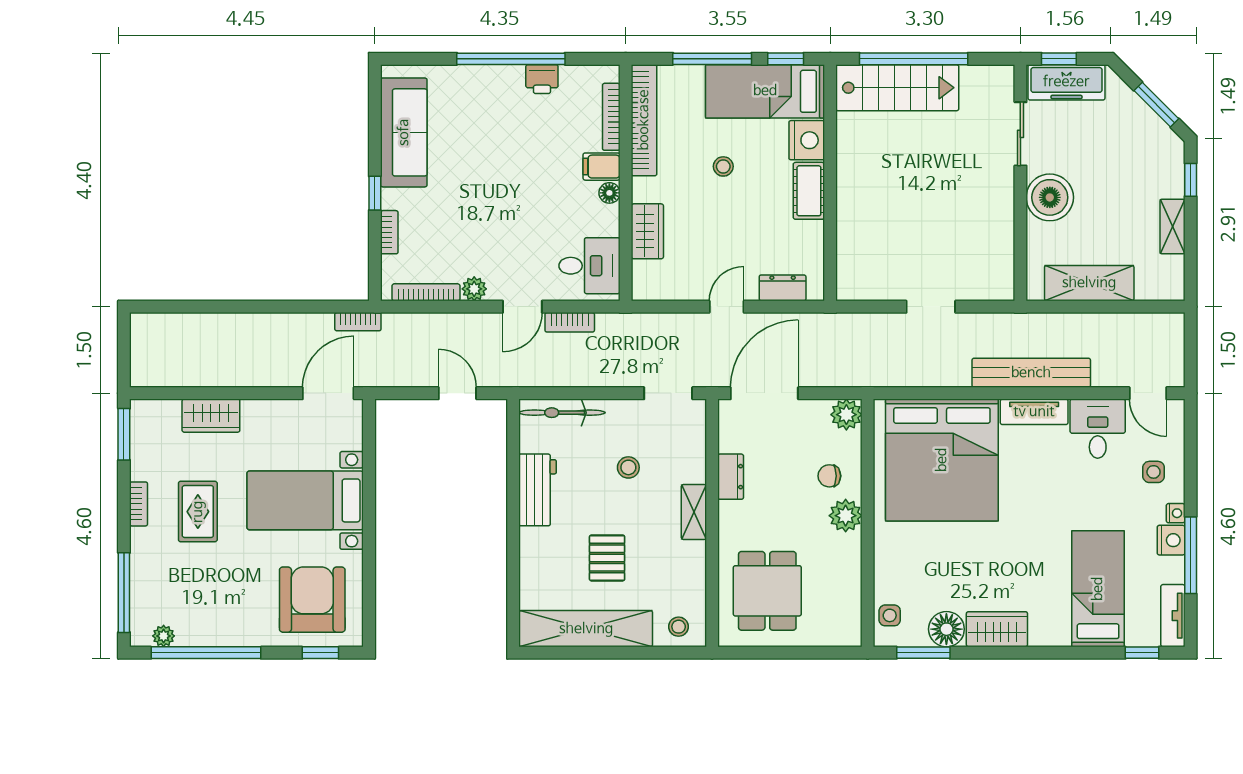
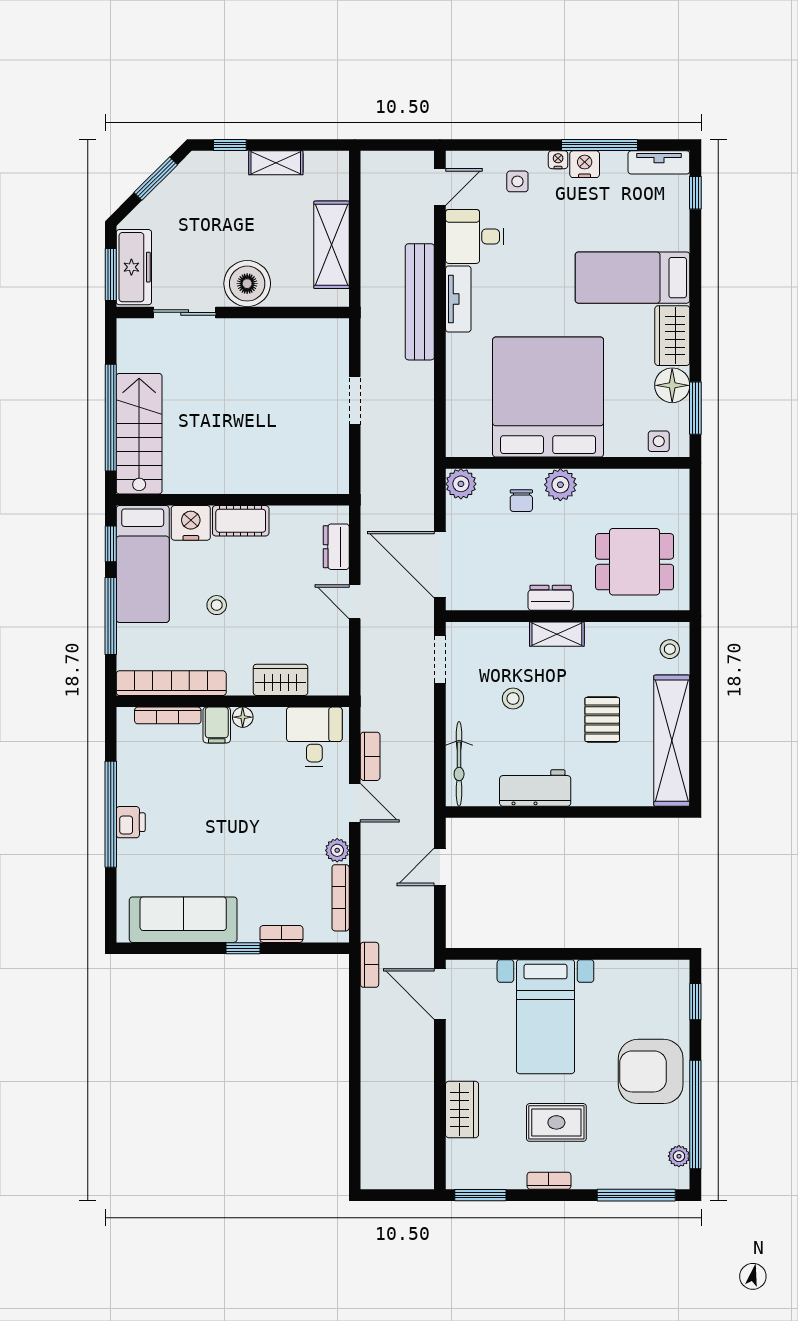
window: (1059, 59) -> (111, 275), width x1.50
printer: (542, 79) -> (131, 822), moved
bed: (942, 460) -> (548, 397), moved, turned -90
dresser: (731, 477) -> (551, 598), moved
pallet: (607, 558) -> (602, 719), turned 90
bed: (1098, 589) -> (633, 278), moved
armchair: (312, 600) -> (651, 1071), moved

